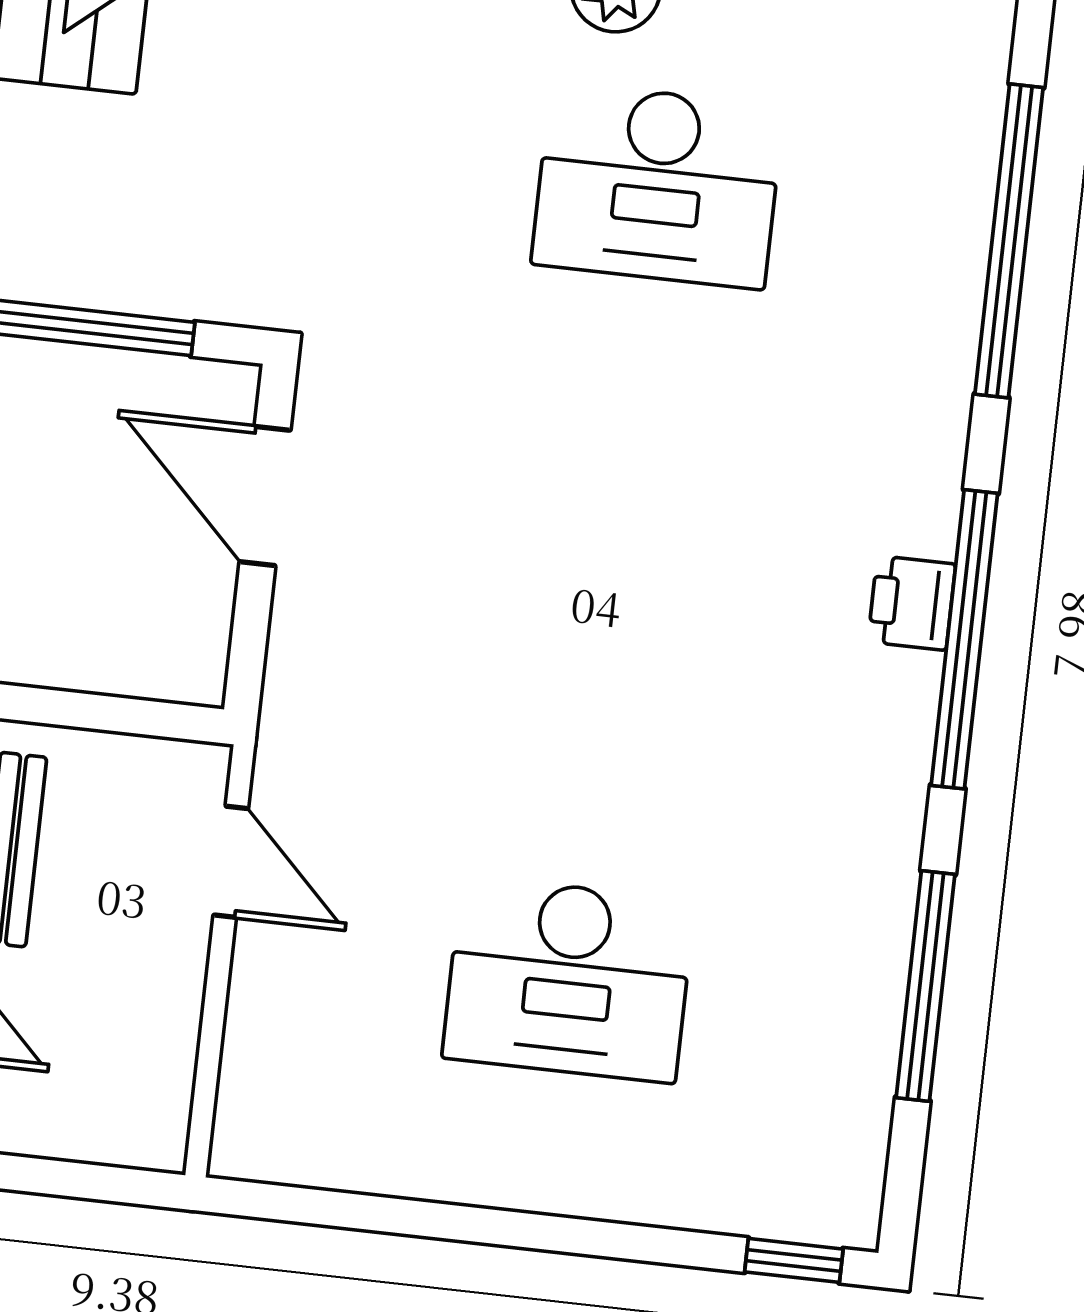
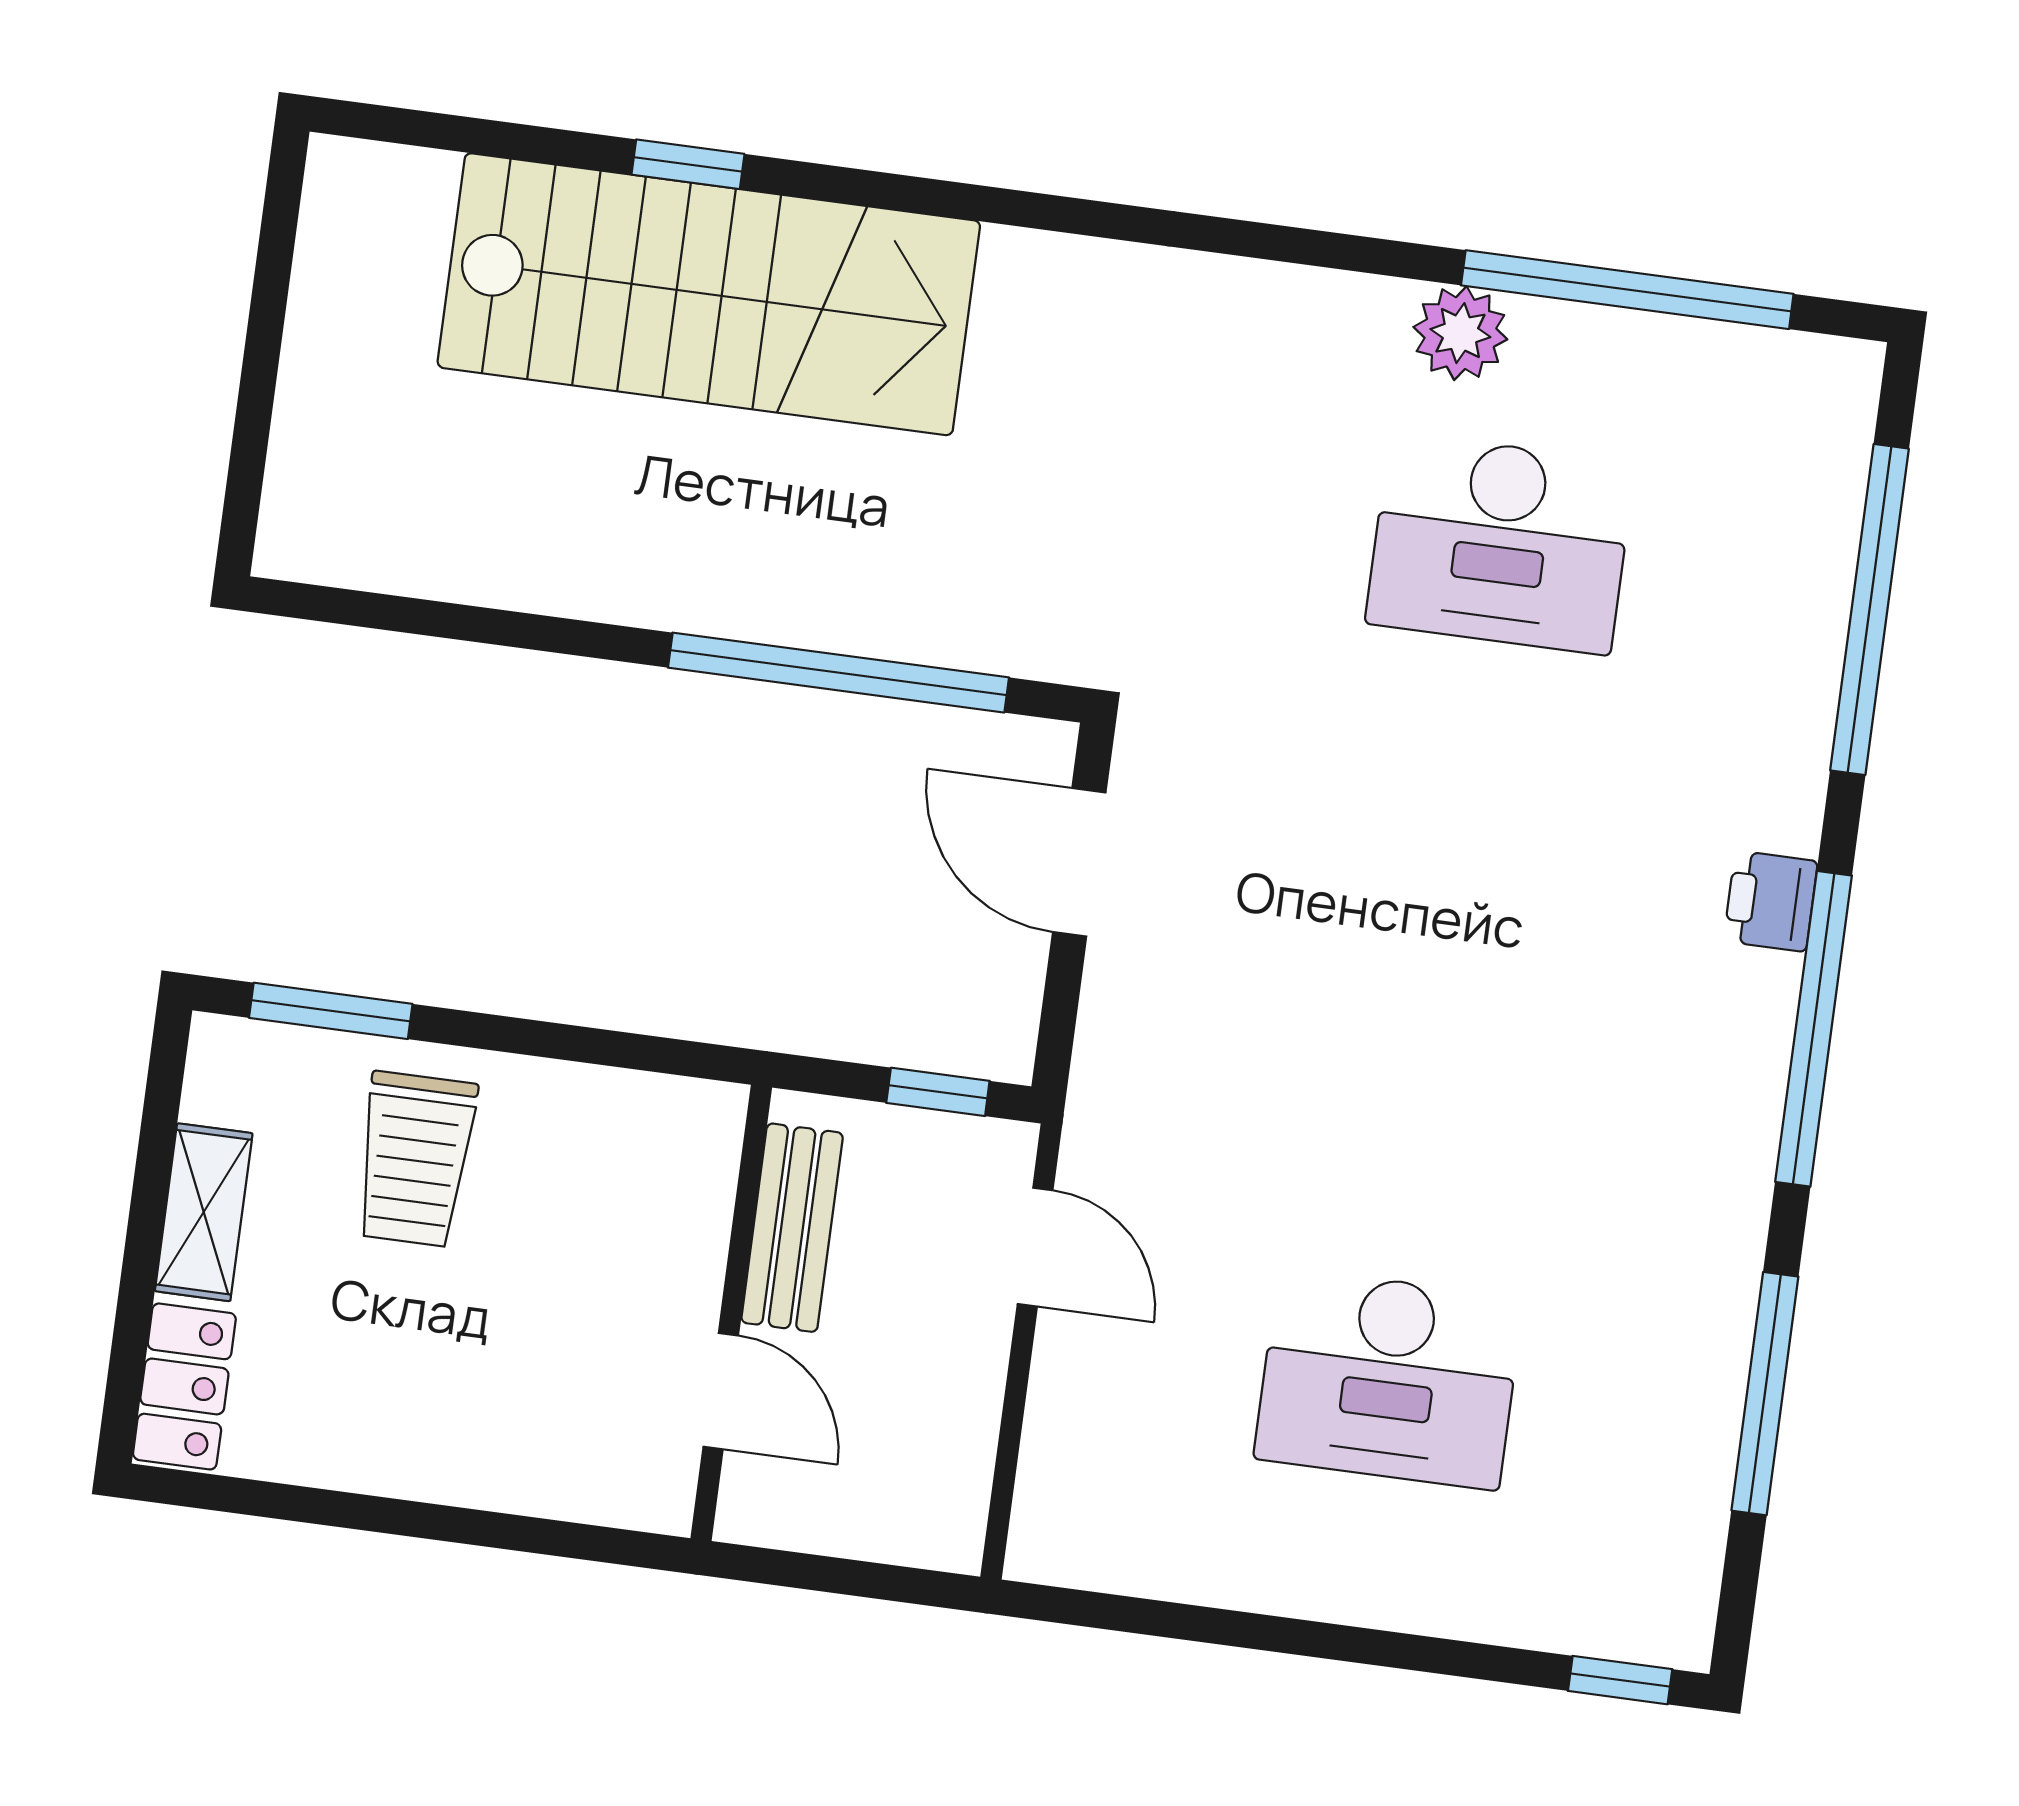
printer: (912, 603) -> (1771, 901), moved
window: (136, 716) -> (938, 1092), added

